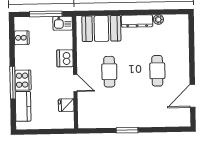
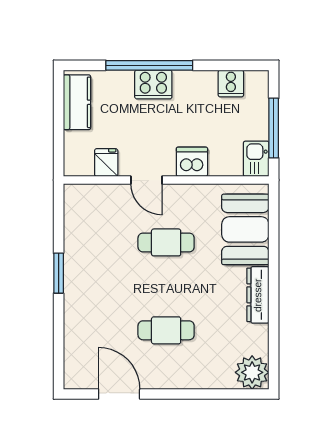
plant: (158, 19) -> (252, 372), moved, width x1.88, depth x1.88
window: (13, 83) -> (149, 65), width x1.46
door: (75, 83) -> (146, 180), hinge flipped
kitchen counter: (23, 106) -> (77, 102), moved, turned -90

